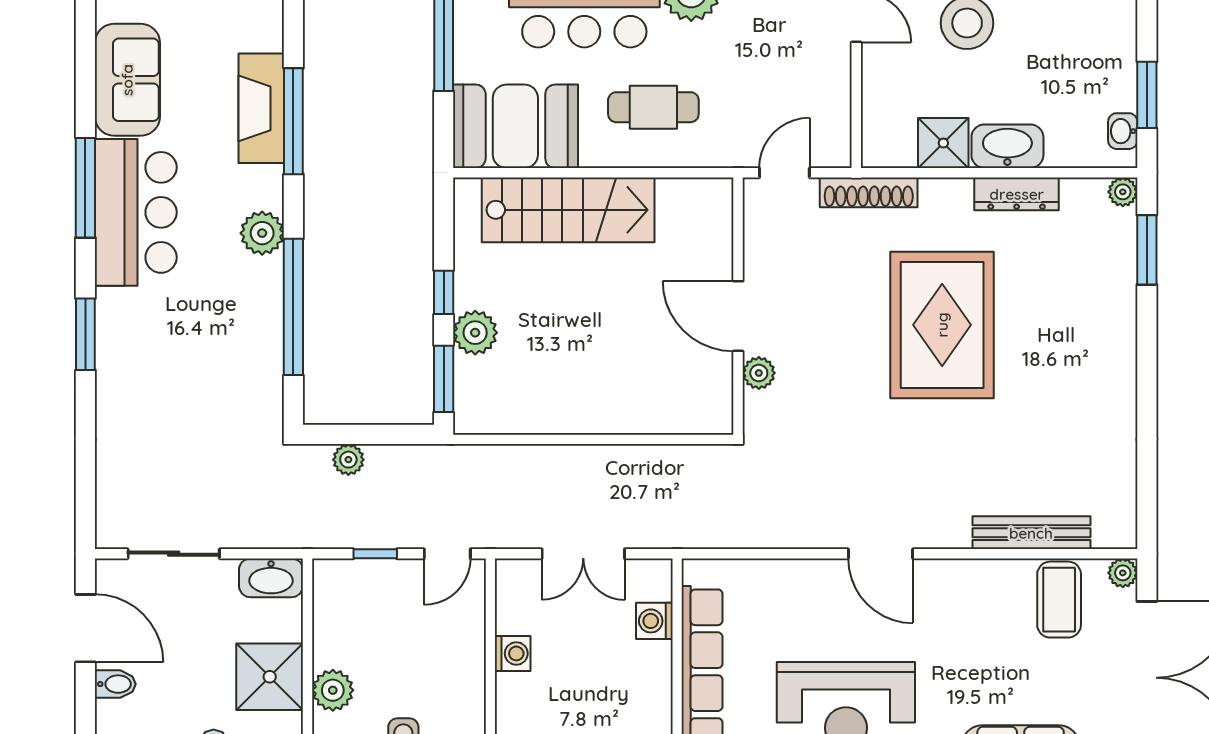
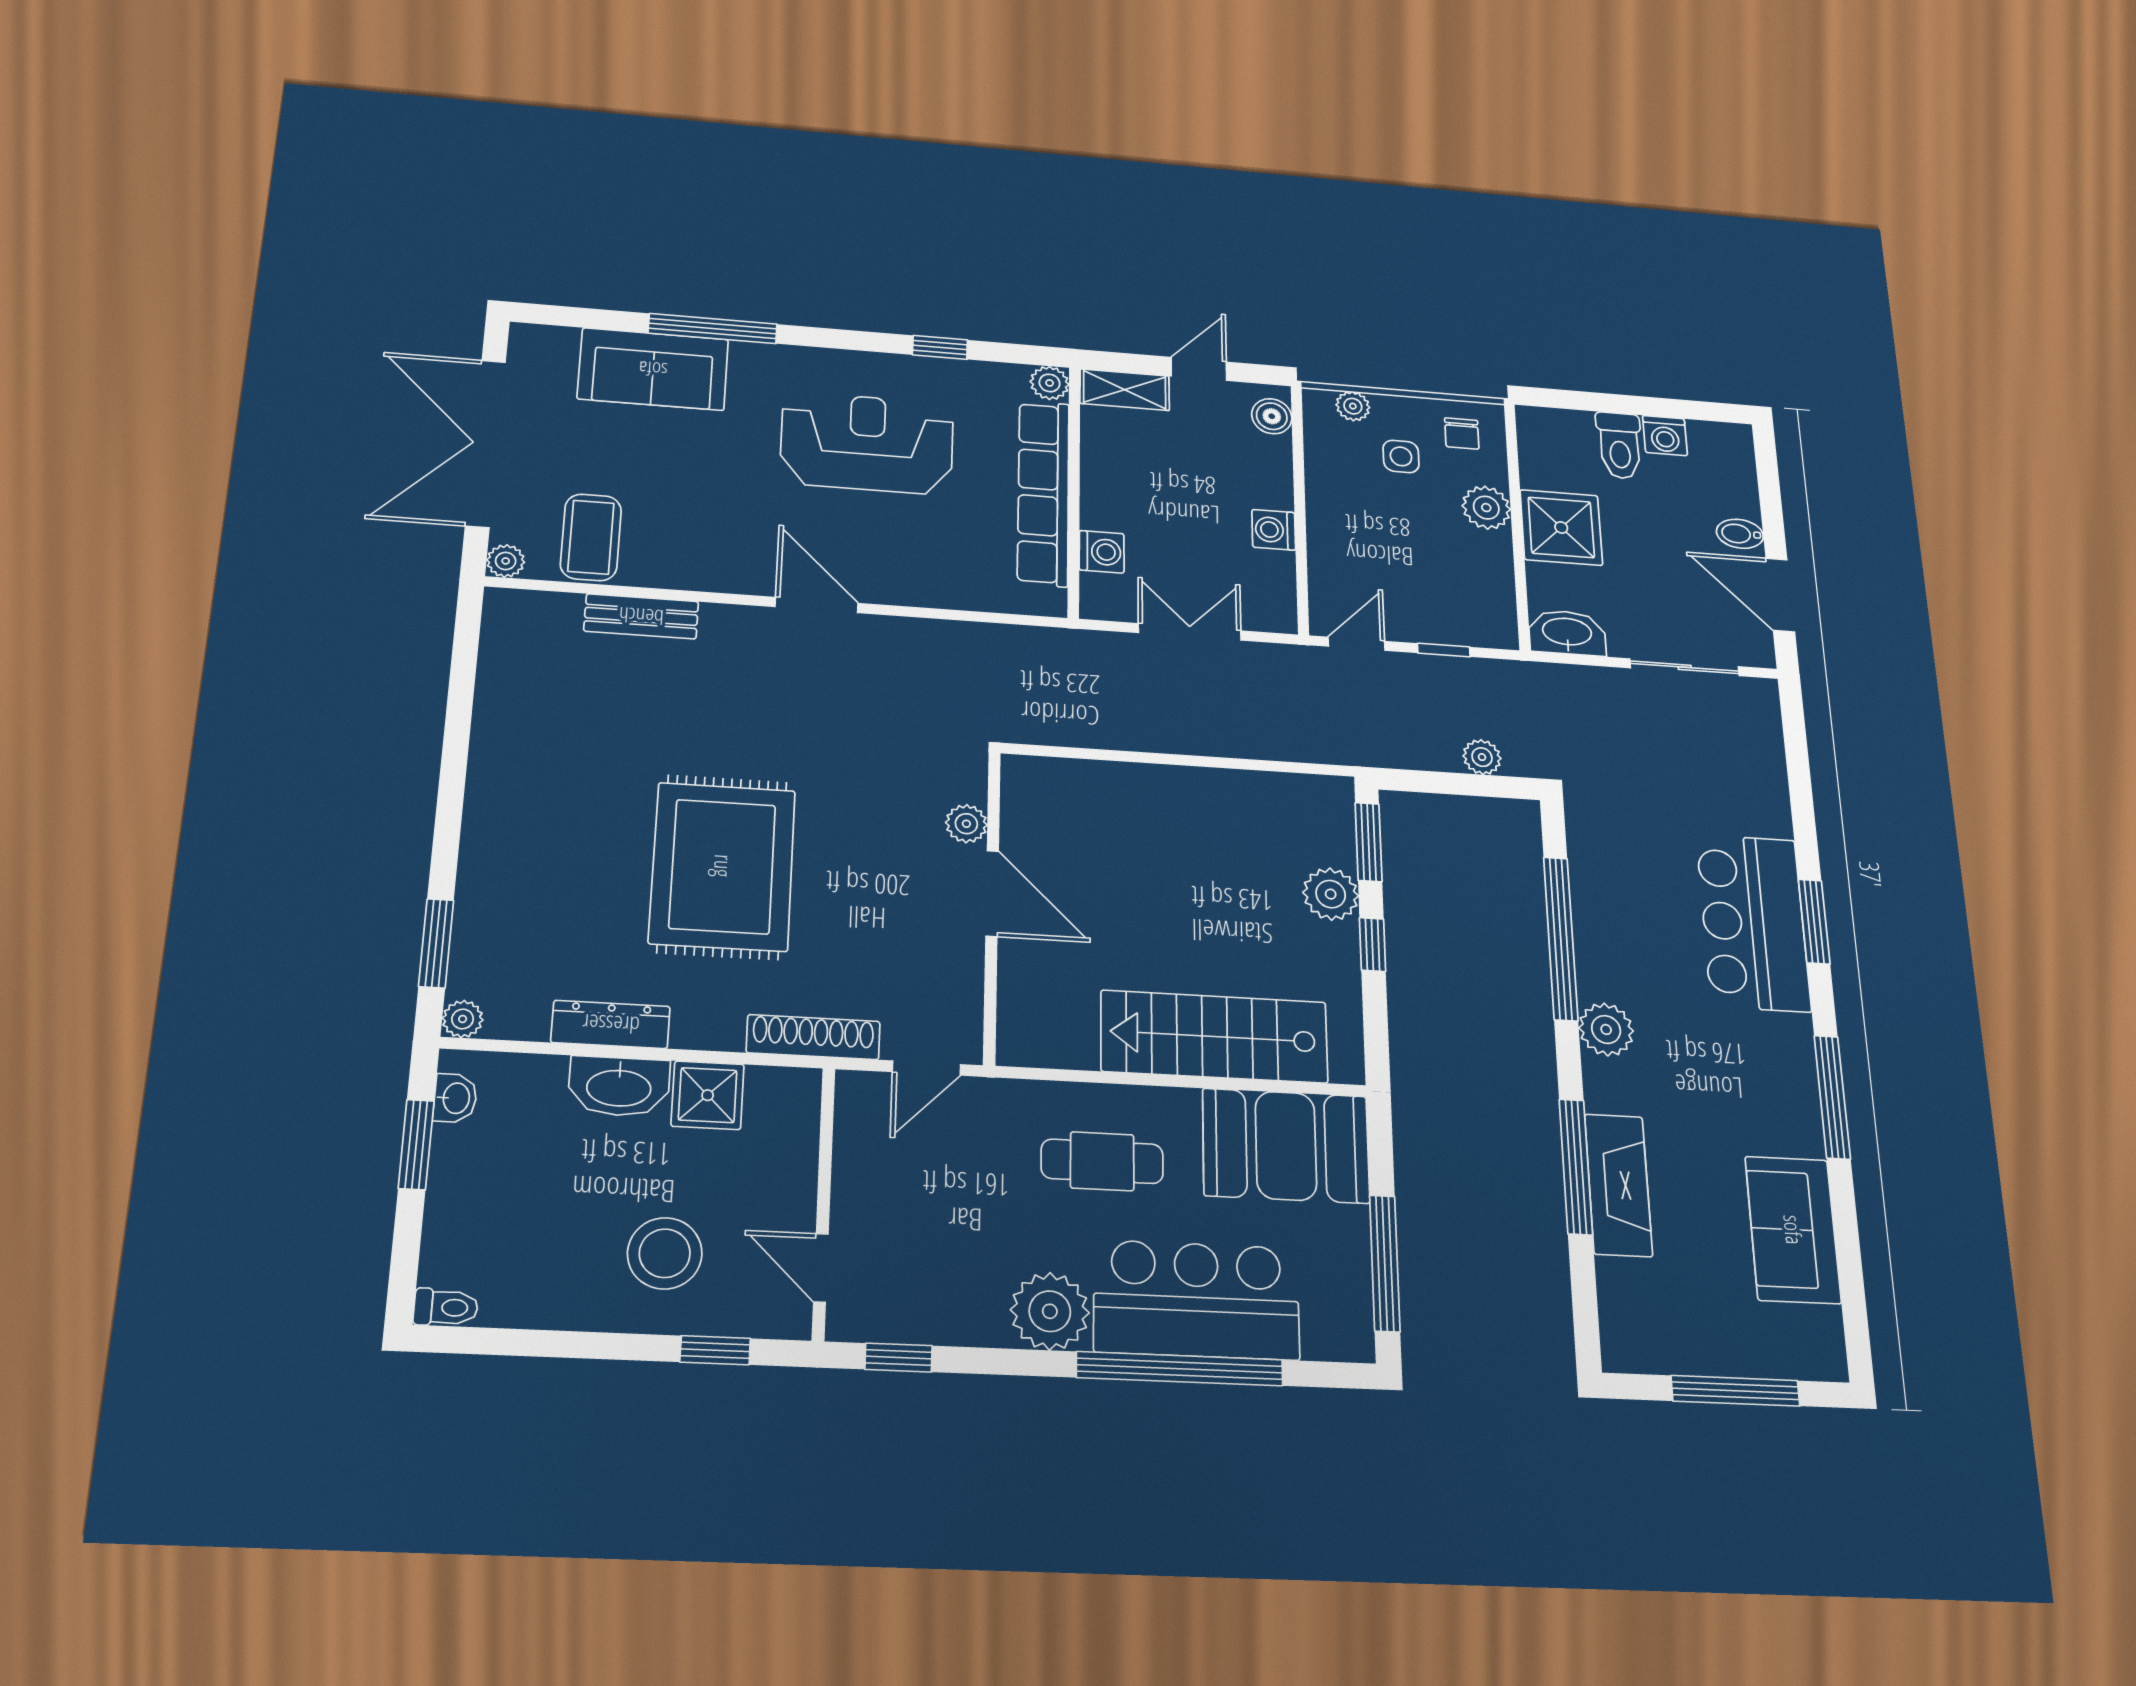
bar counter: (136, 212) -> (1753, 923), moved
bench: (1031, 533) -> (641, 616), width x0.73

